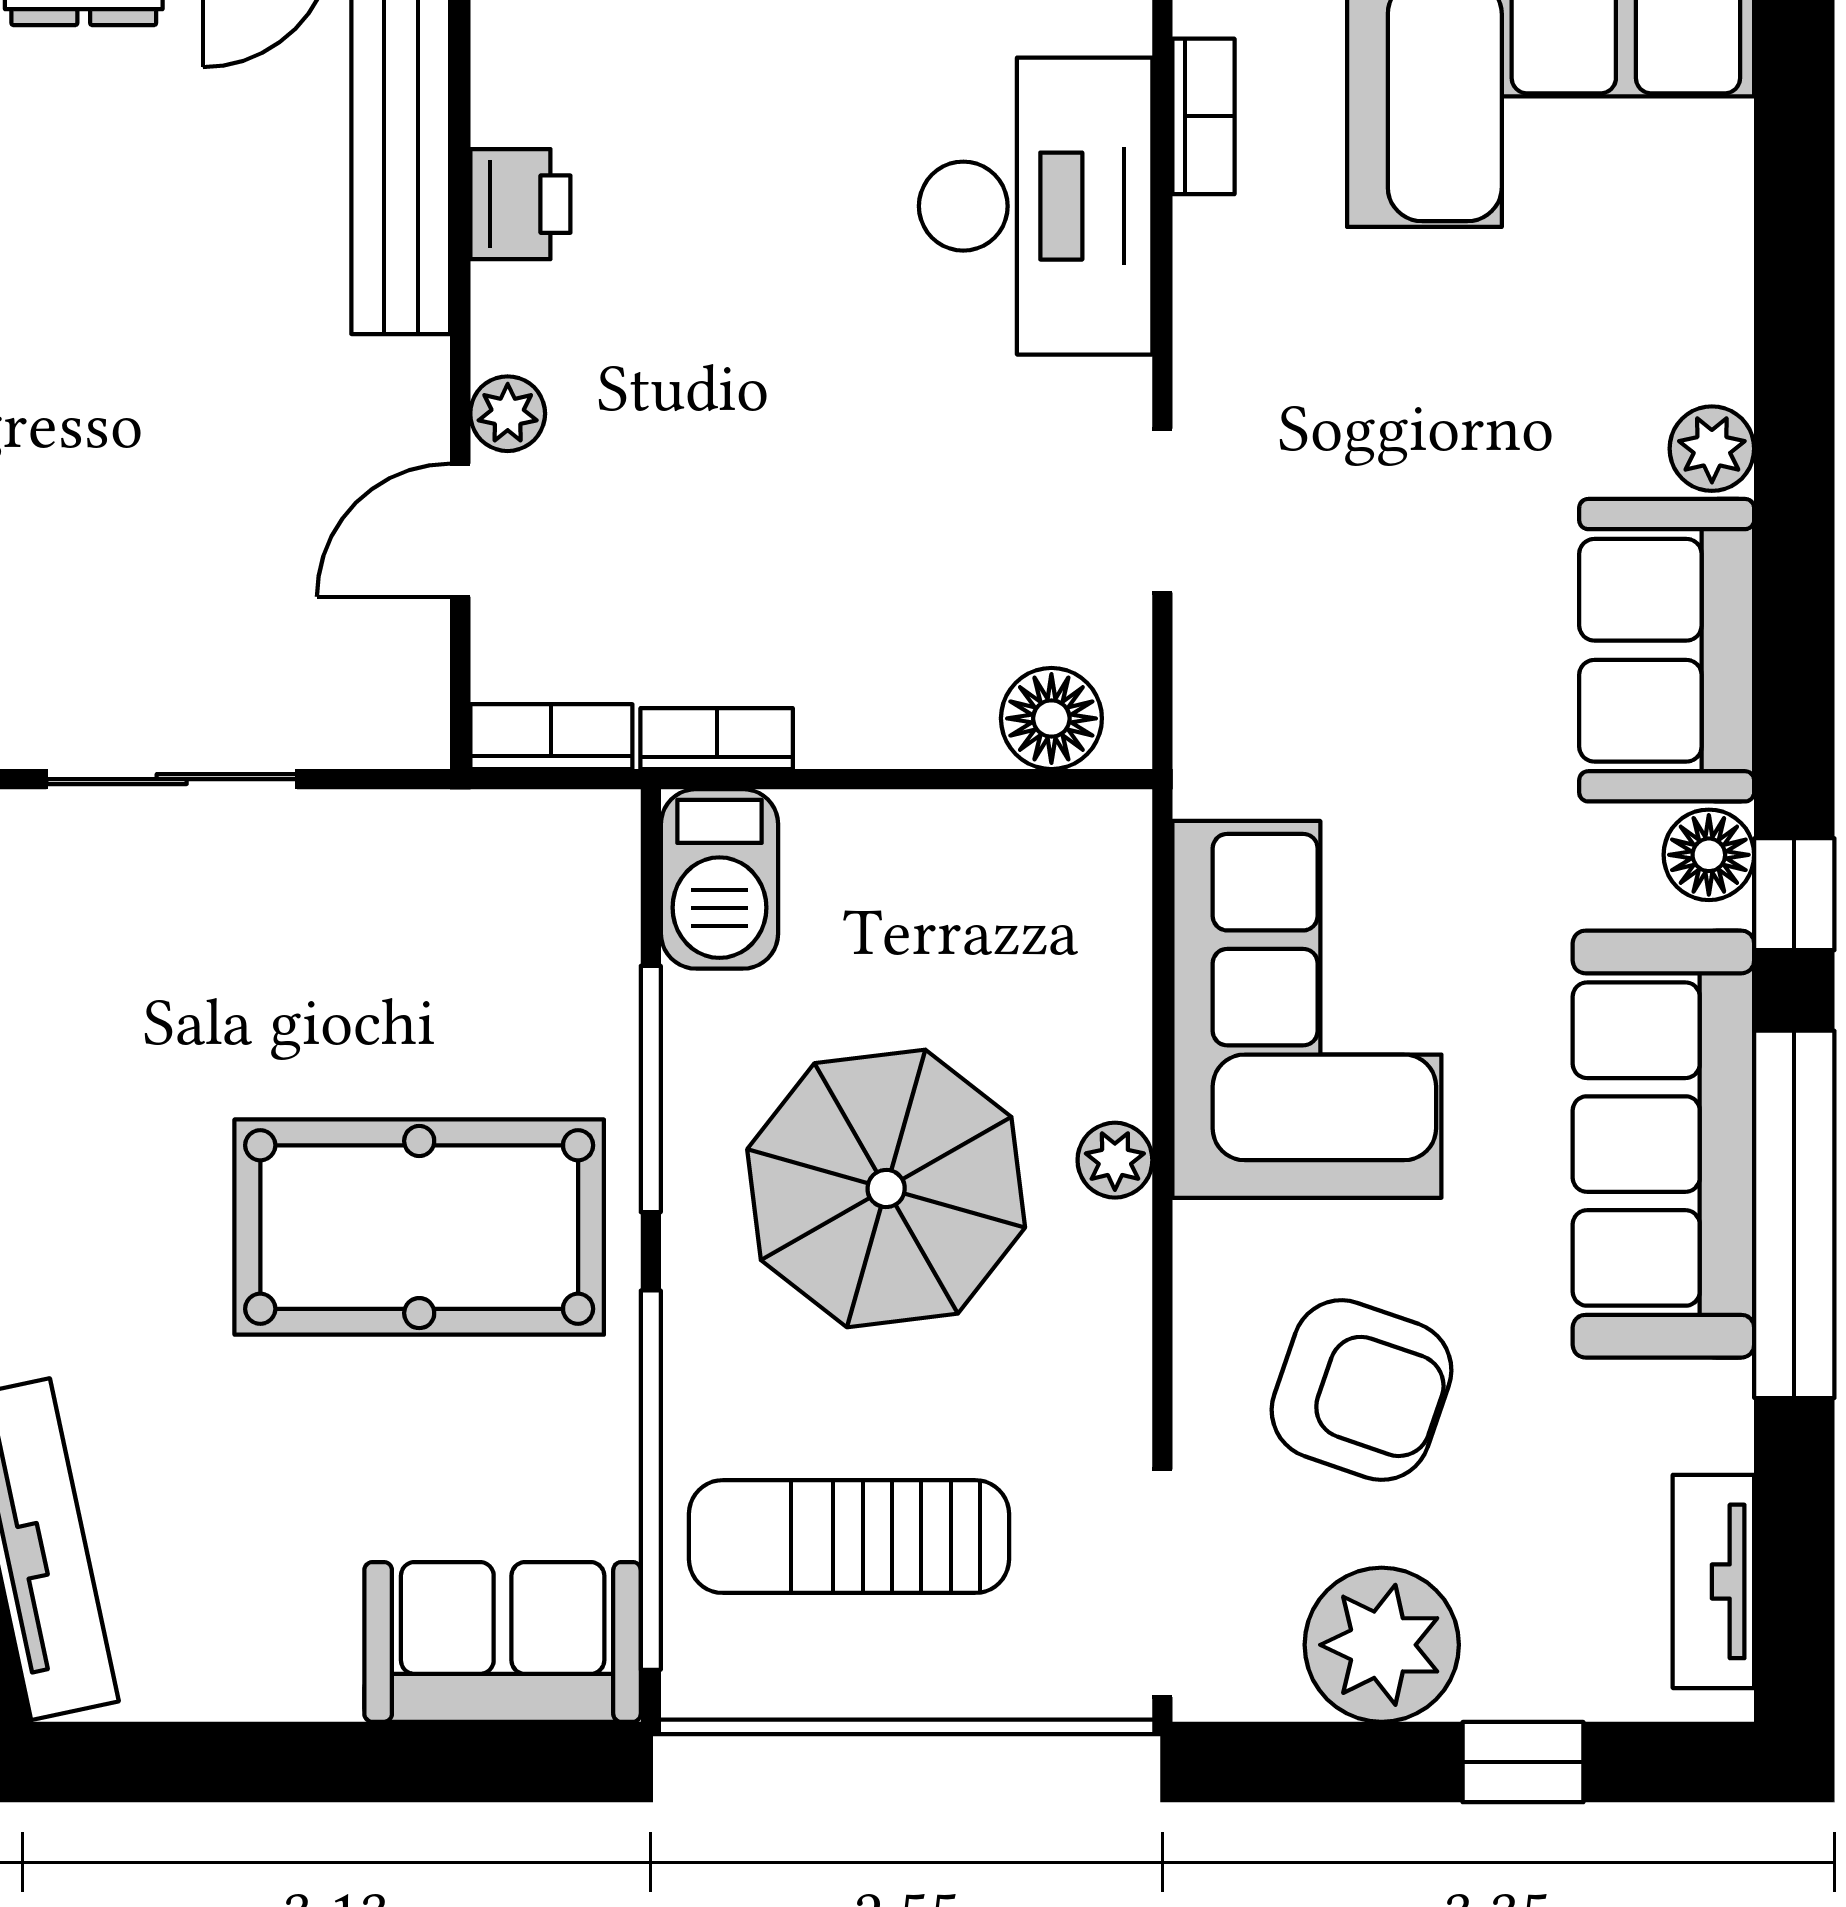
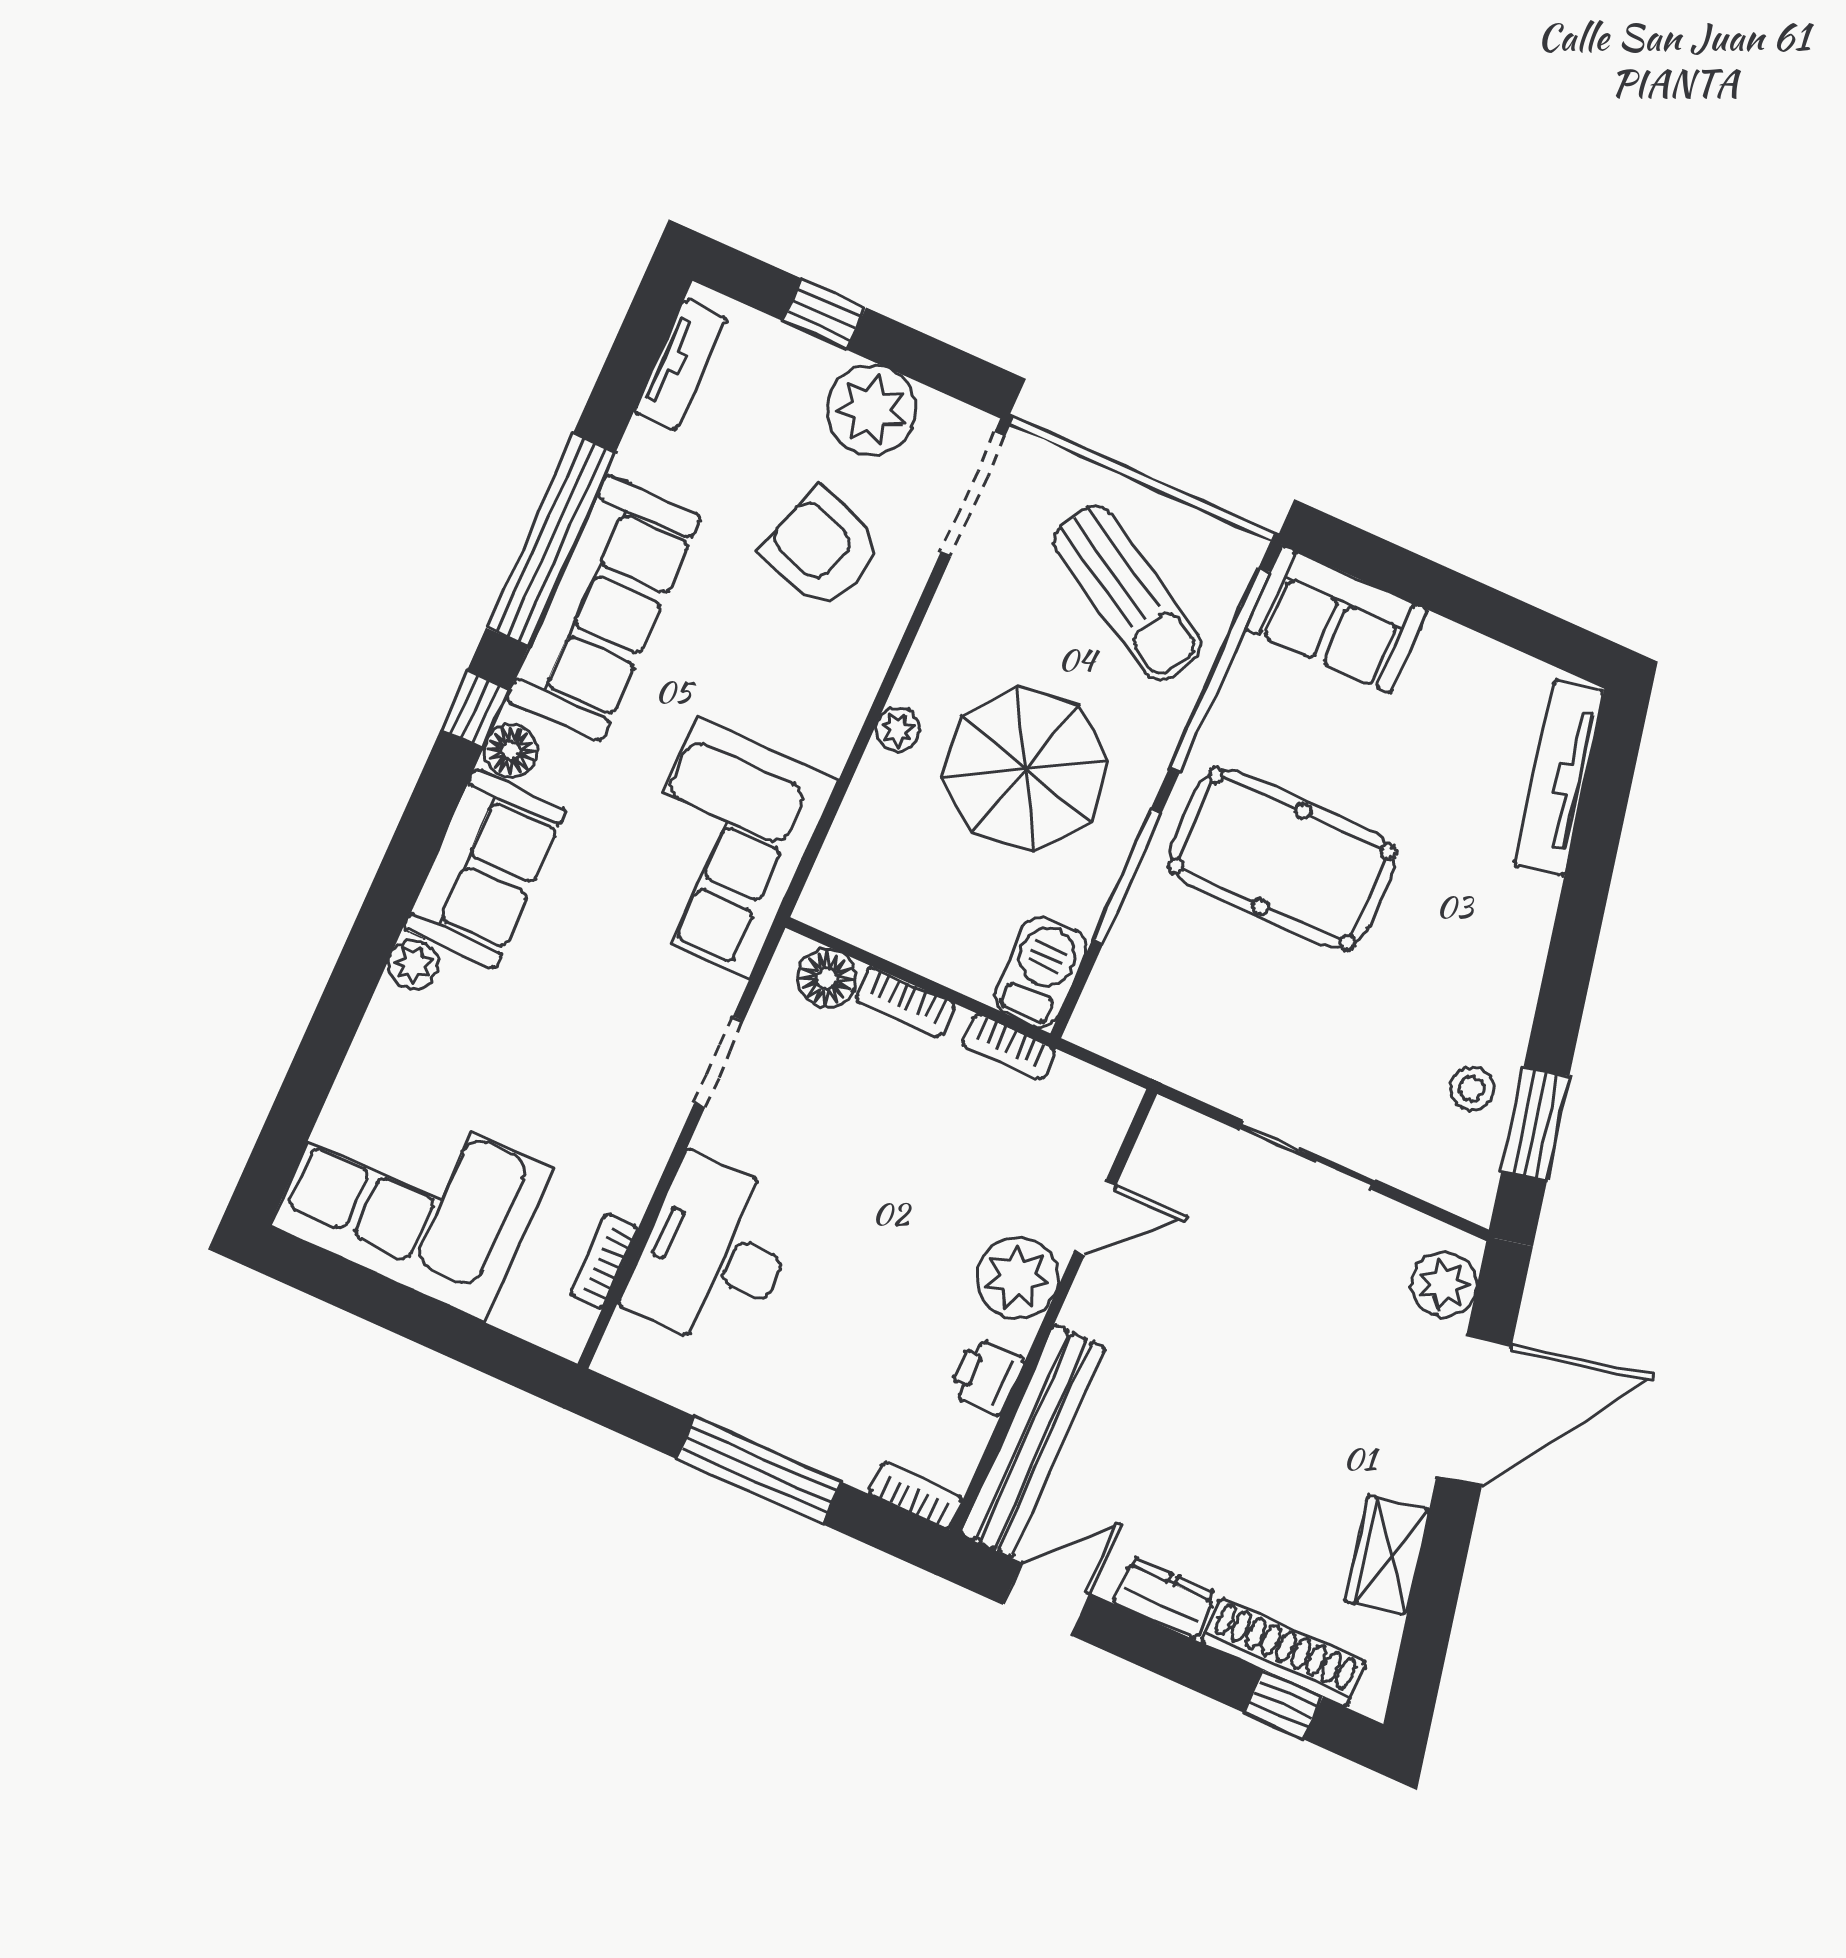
plant: (508, 414) -> (1017, 1278), width x1.88, depth x1.88
bookcase: (551, 737) -> (905, 1002), moved
corner sofa: (1307, 1009) -> (723, 848), moved
sun lounger: (849, 1537) -> (1128, 593), turned 30

